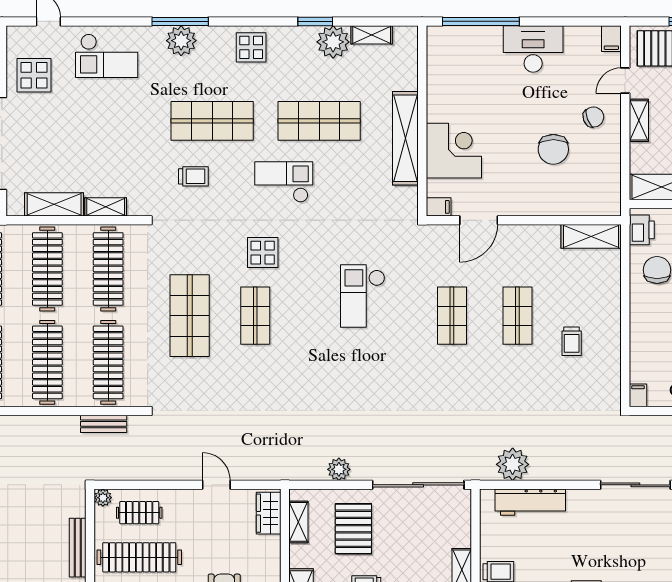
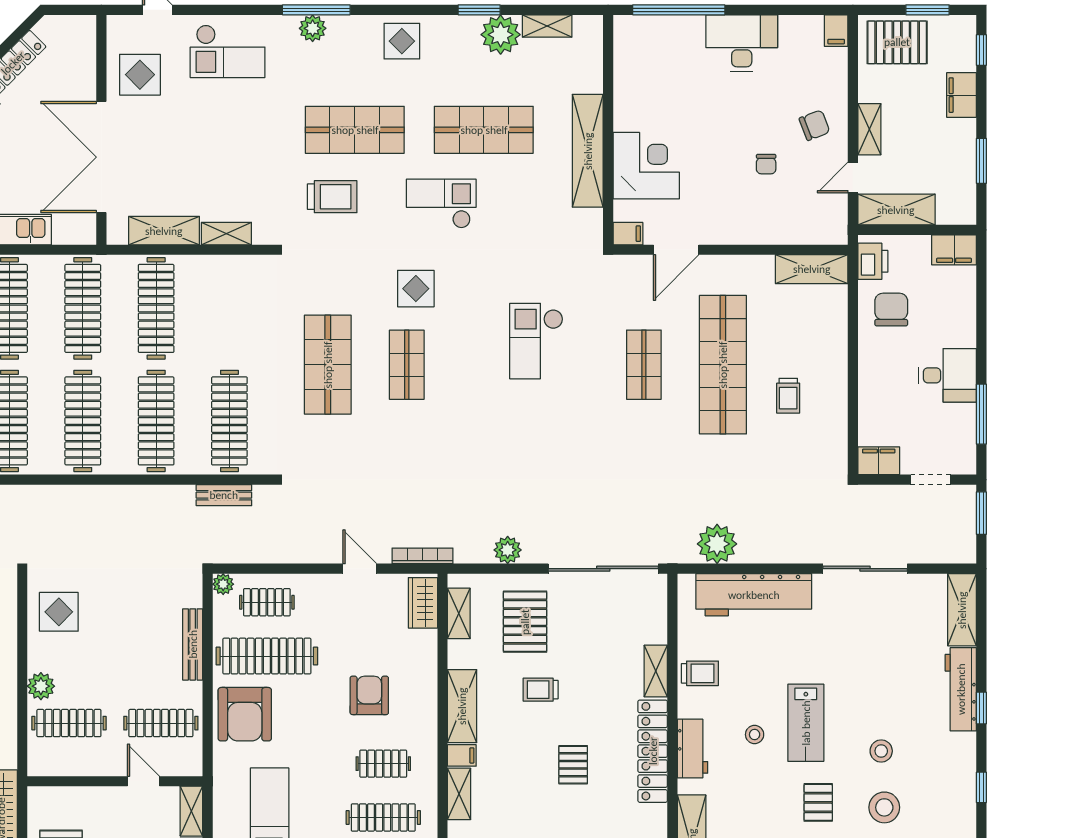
plant: (181, 41) -> (313, 28), width x0.73, depth x0.73
door: (625, 81) -> (853, 177), moved
chair: (553, 149) -> (766, 164), width x0.54, depth x0.54
trolley: (193, 176) -> (332, 197), width x1.36, depth x1.39
clothes rail: (108, 269) -> (229, 308), removed
shop shelf: (517, 316) -> (723, 365), width x2.00, depth x1.36
filing cabinet: (638, 395) -> (879, 461), width x2.00
bookcase: (268, 474) -> (423, 556), added
workbench: (530, 502) -> (754, 595), width x1.36, depth x1.32

